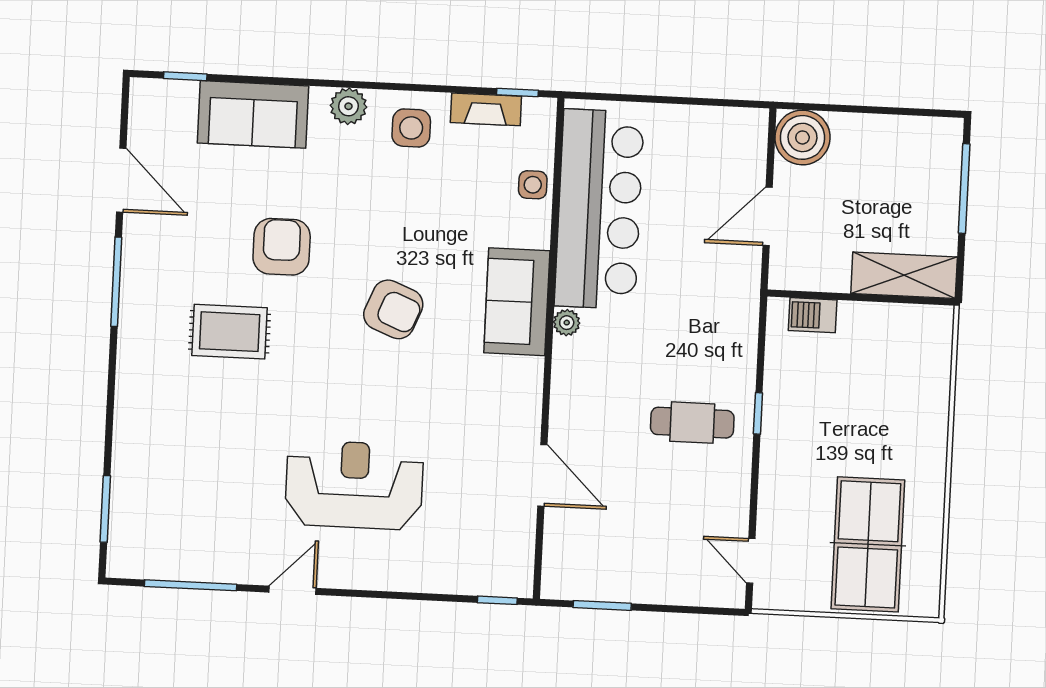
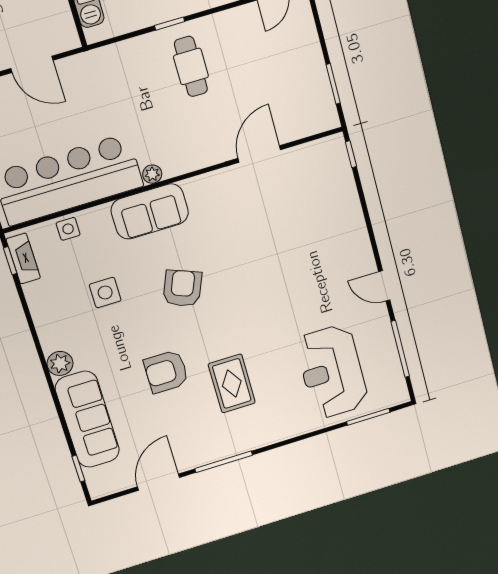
fireplace: (486, 109) -> (23, 259), moved
sofa: (253, 114) -> (87, 419), width x1.36
side table: (411, 128) -> (105, 293), moved
reception desk: (354, 485) -> (332, 372), moved

